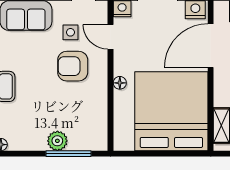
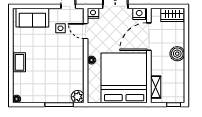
armchair: (73, 66) -> (62, 50), removed
plant: (57, 141) -> (78, 97), moved

